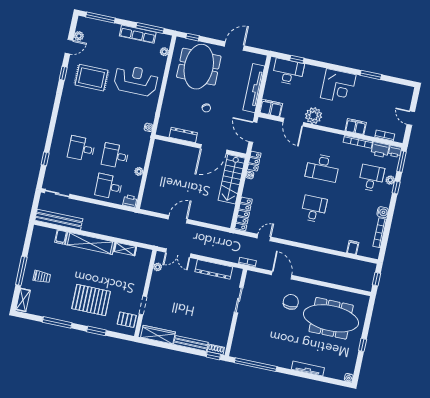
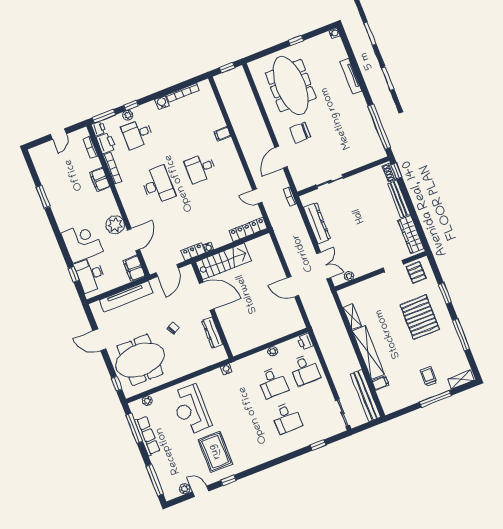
corner desk: (338, 86) -> (82, 242), moved
filing cabinet: (353, 248) -> (222, 134), moved

